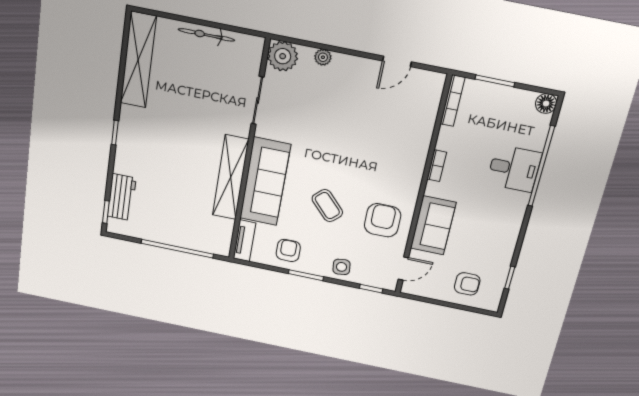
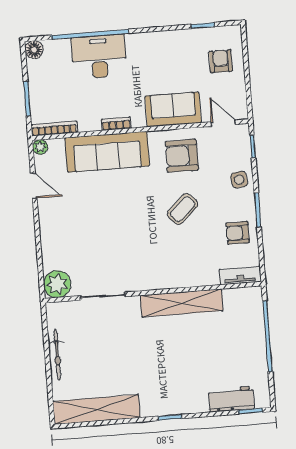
plant: (323, 57) -> (40, 147), moved
desk: (514, 168) -> (99, 57), width x1.37
sofa: (265, 182) -> (107, 152), moved, turned 180

